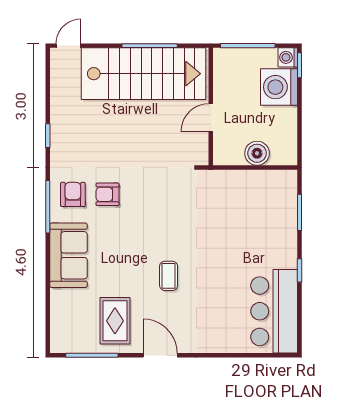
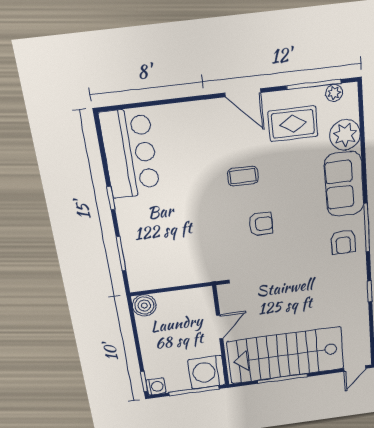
washing machine: (279, 87) -> (207, 372), moved, turned 180
boiler: (257, 153) -> (144, 305), moved
armchair: (107, 194) -> (261, 224), moved
coffee table: (169, 276) -> (243, 176), turned 90
plant: (65, 304) -> (345, 135), added
rug: (115, 321) -> (293, 124), turned 90
plant: (73, 345) -> (334, 93), added

